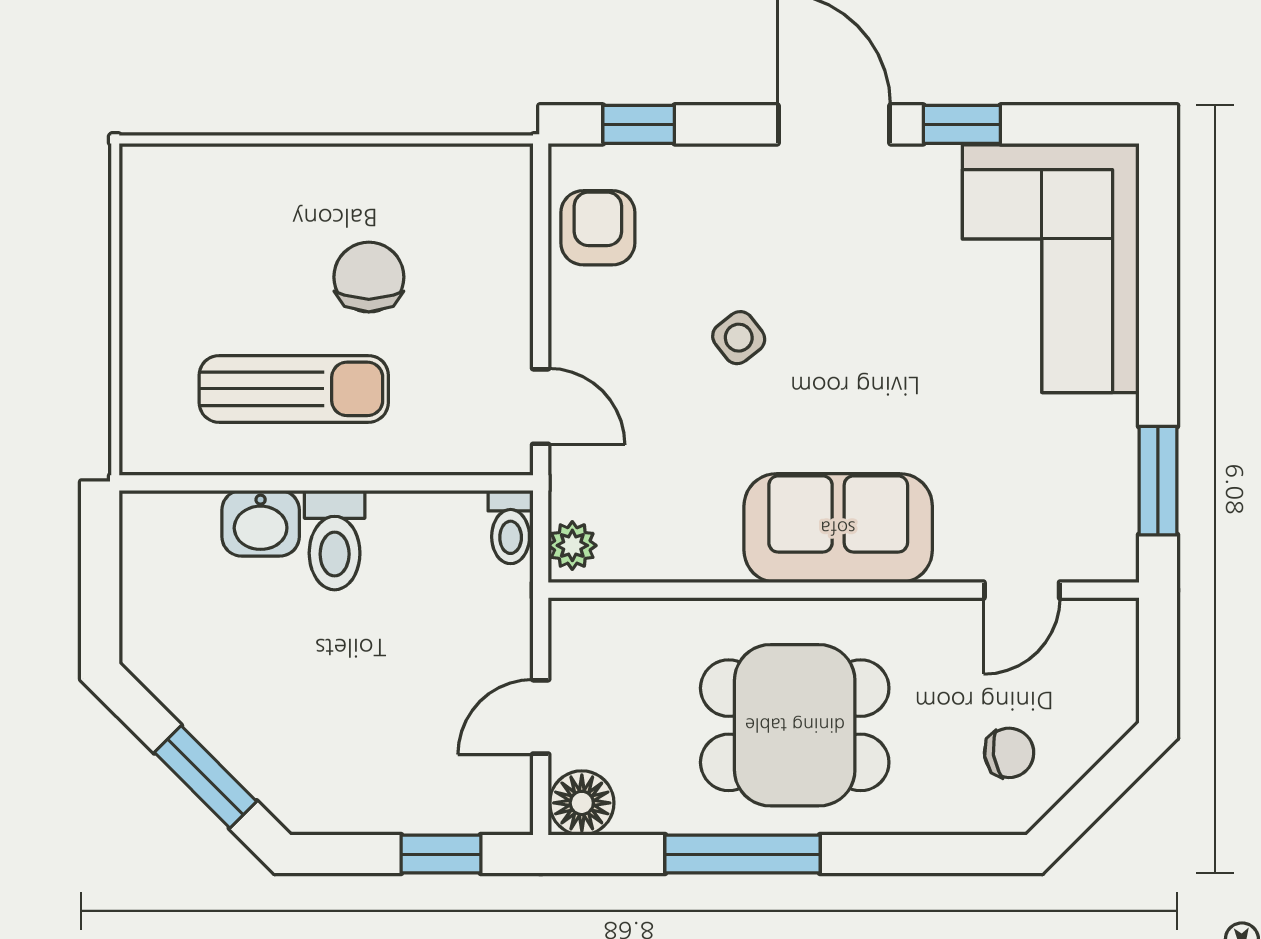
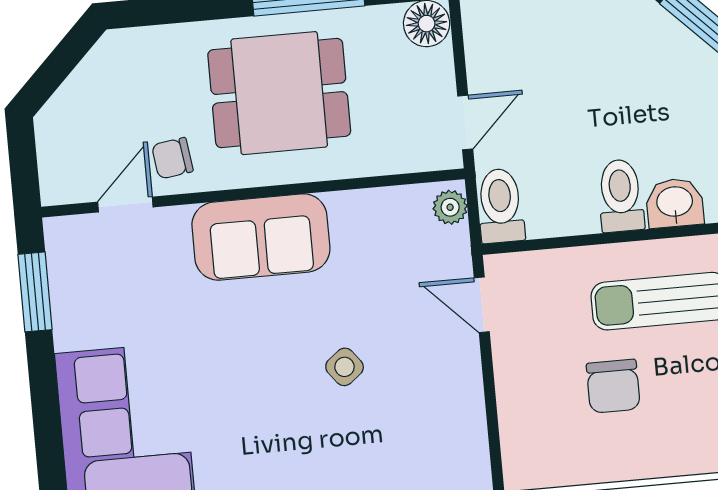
armchair: (598, 228) -> (452, 436), removed
toilet: (511, 527) -> (501, 206), width x1.37, depth x1.39
door: (541, 717) -> (465, 122), moved
chair: (1009, 753) -> (172, 158), moved

